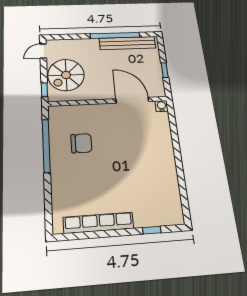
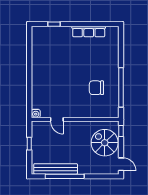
door: (43, 51) -> (121, 164), hinge flipped
spiral stairs: (66, 75) -> (105, 143), turned -90
door: (132, 100) -> (57, 119), width x0.53
row of seats: (98, 223) -> (89, 32), width x0.73

